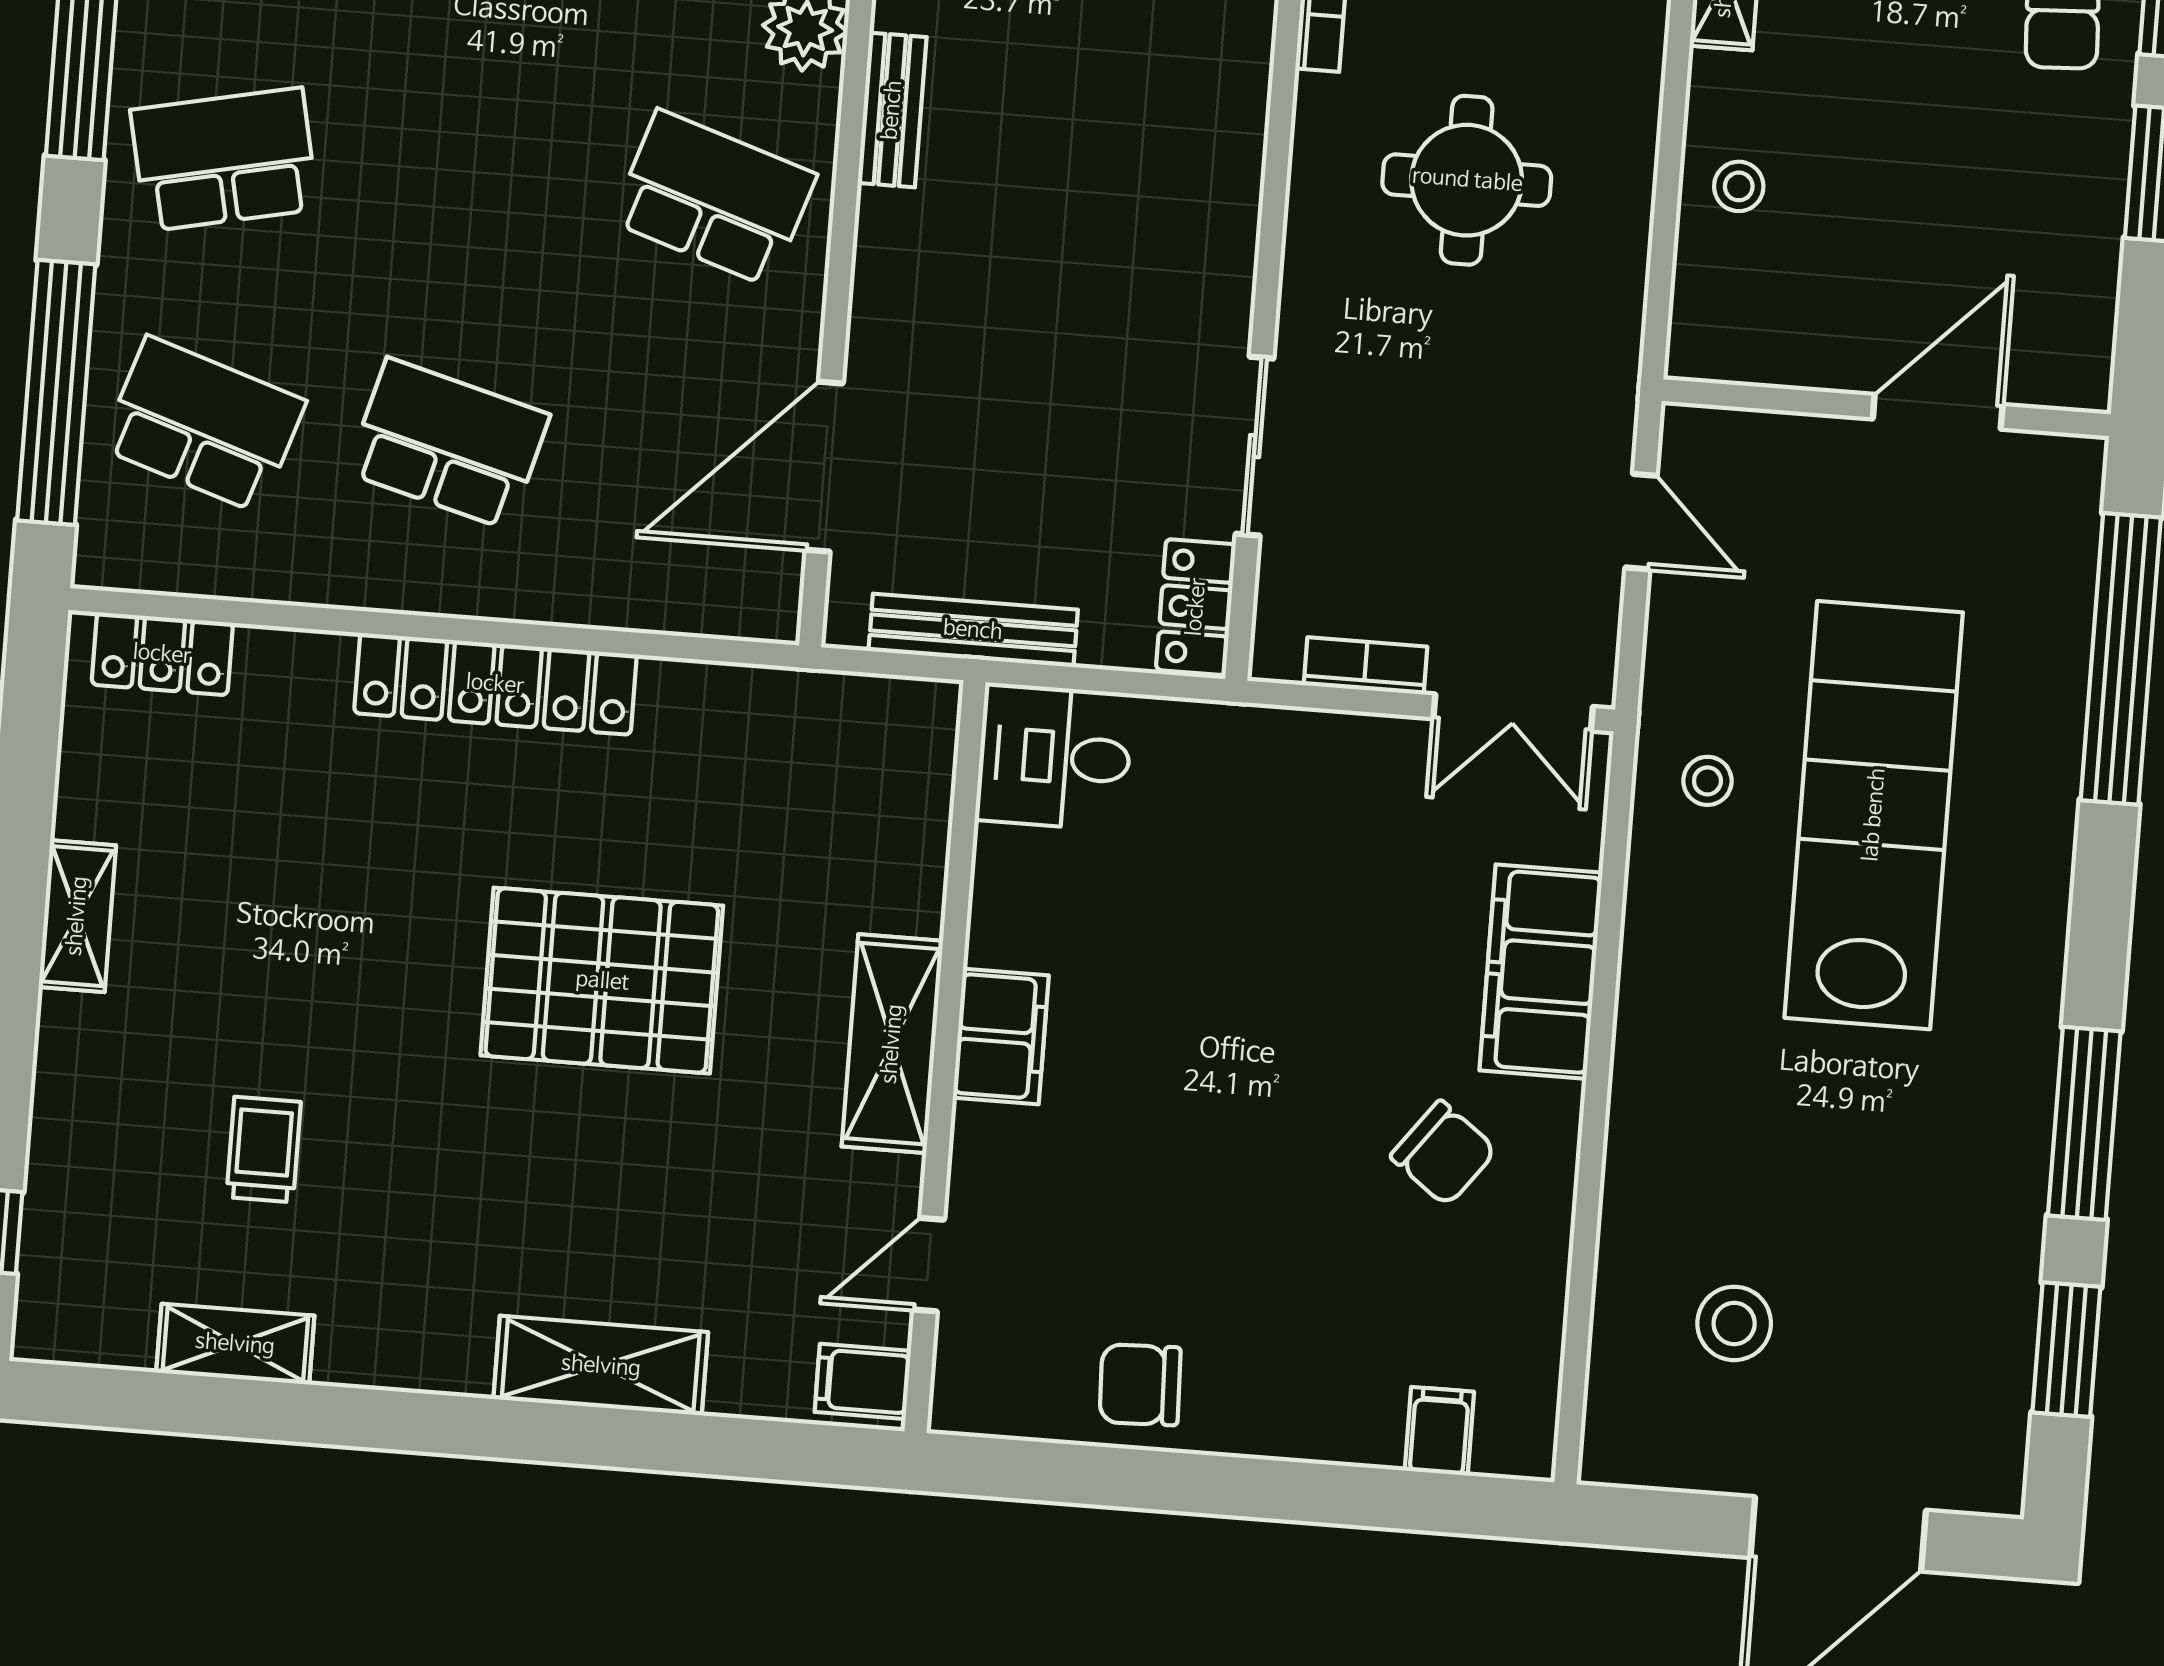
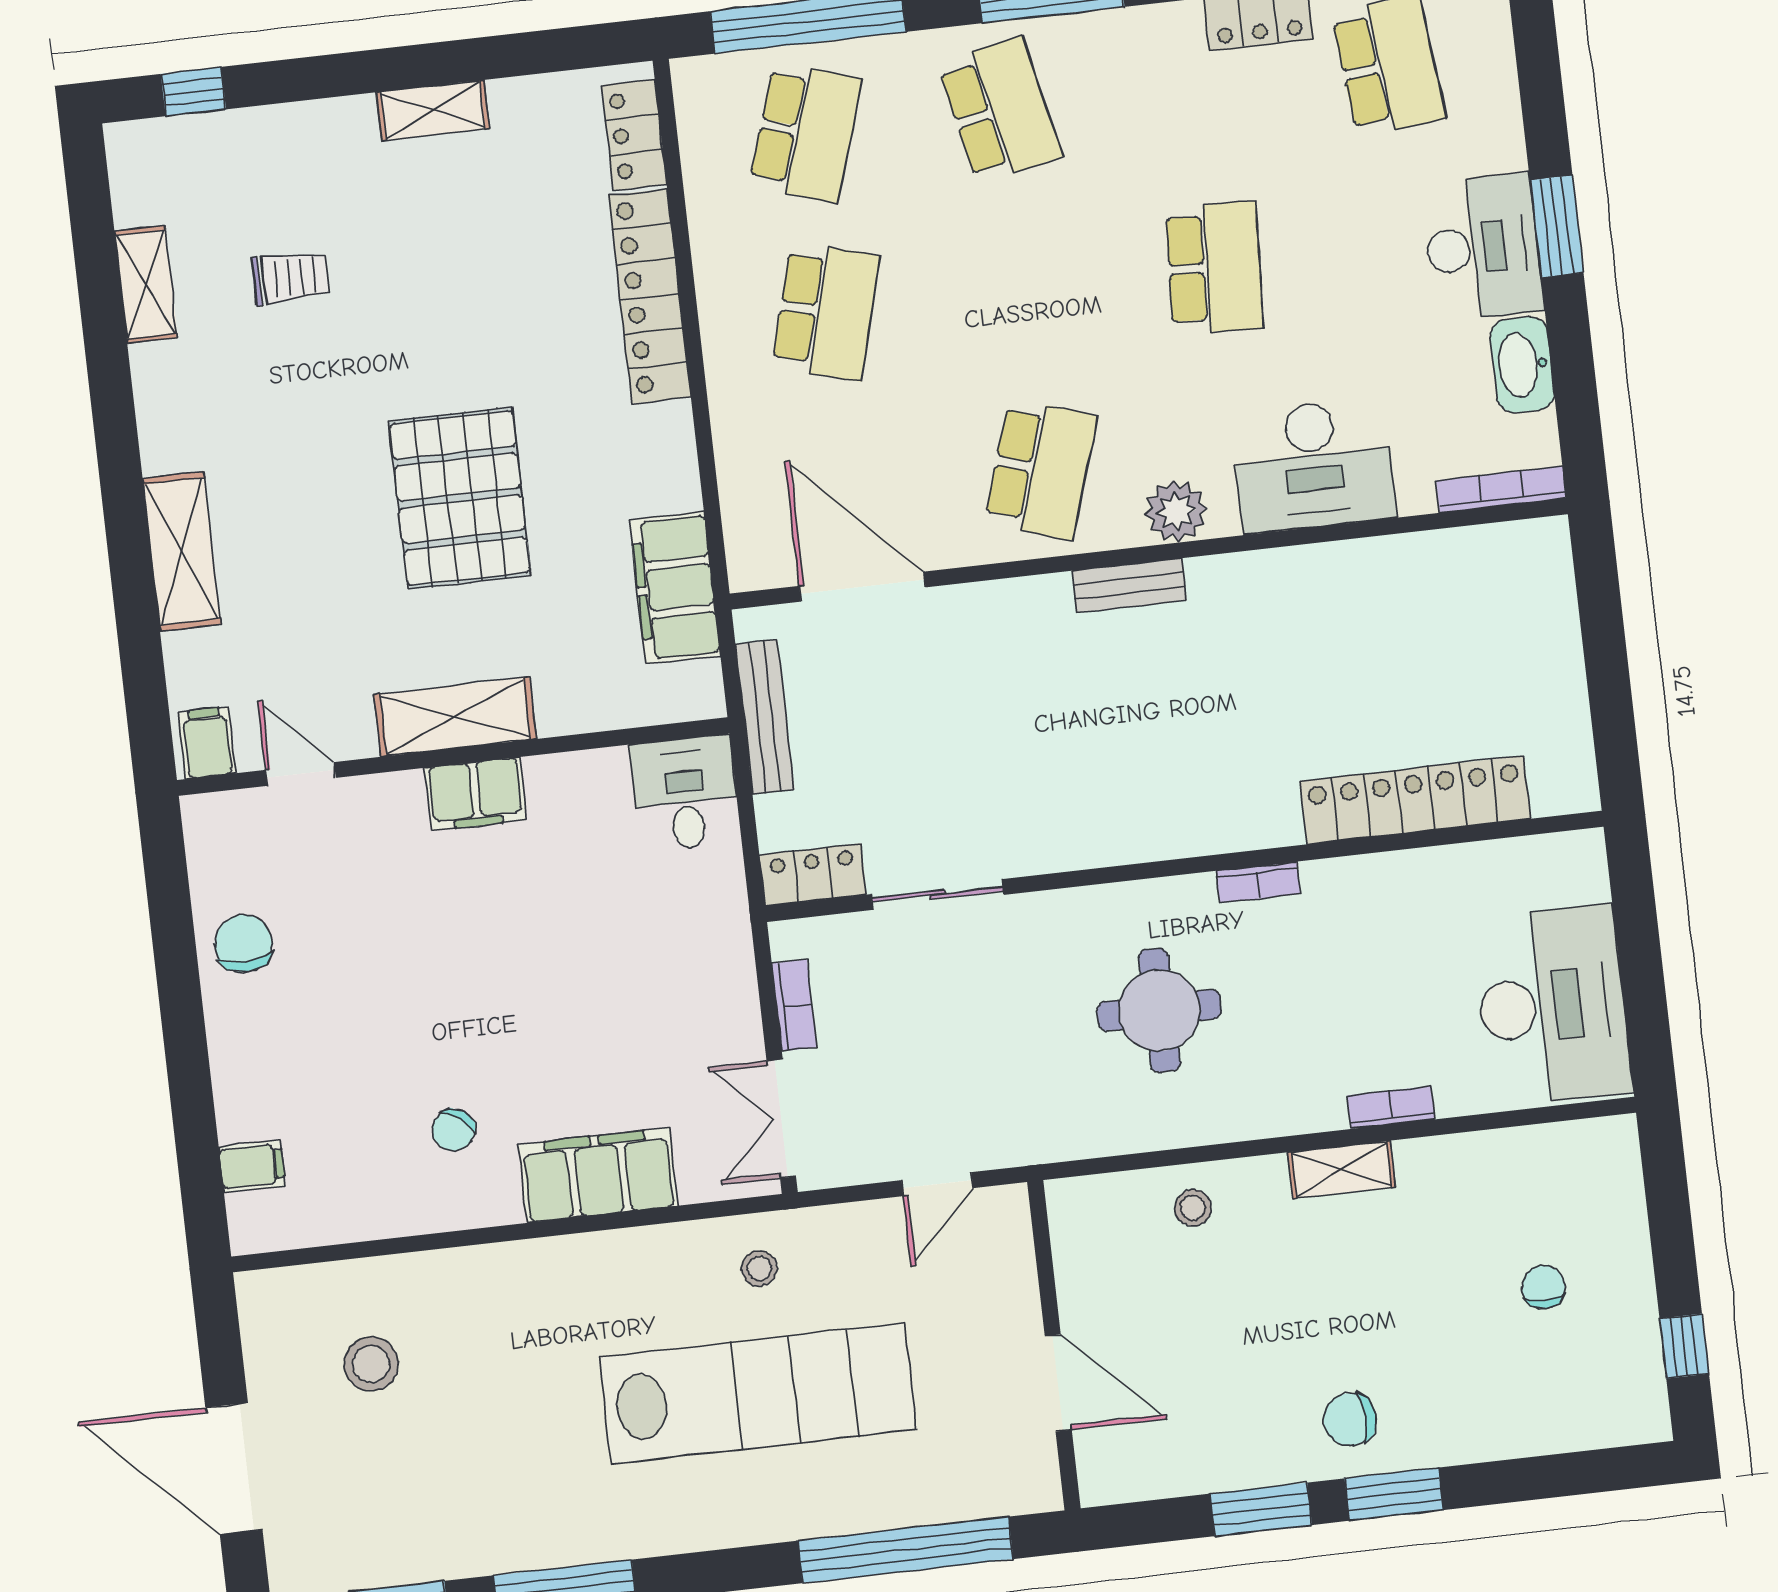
locker: (495, 684) -> (650, 296), moved
filing cabinet: (777, 717) -> (675, 588), added
chair: (1444, 1153) -> (453, 1130), width x0.73, depth x0.73

